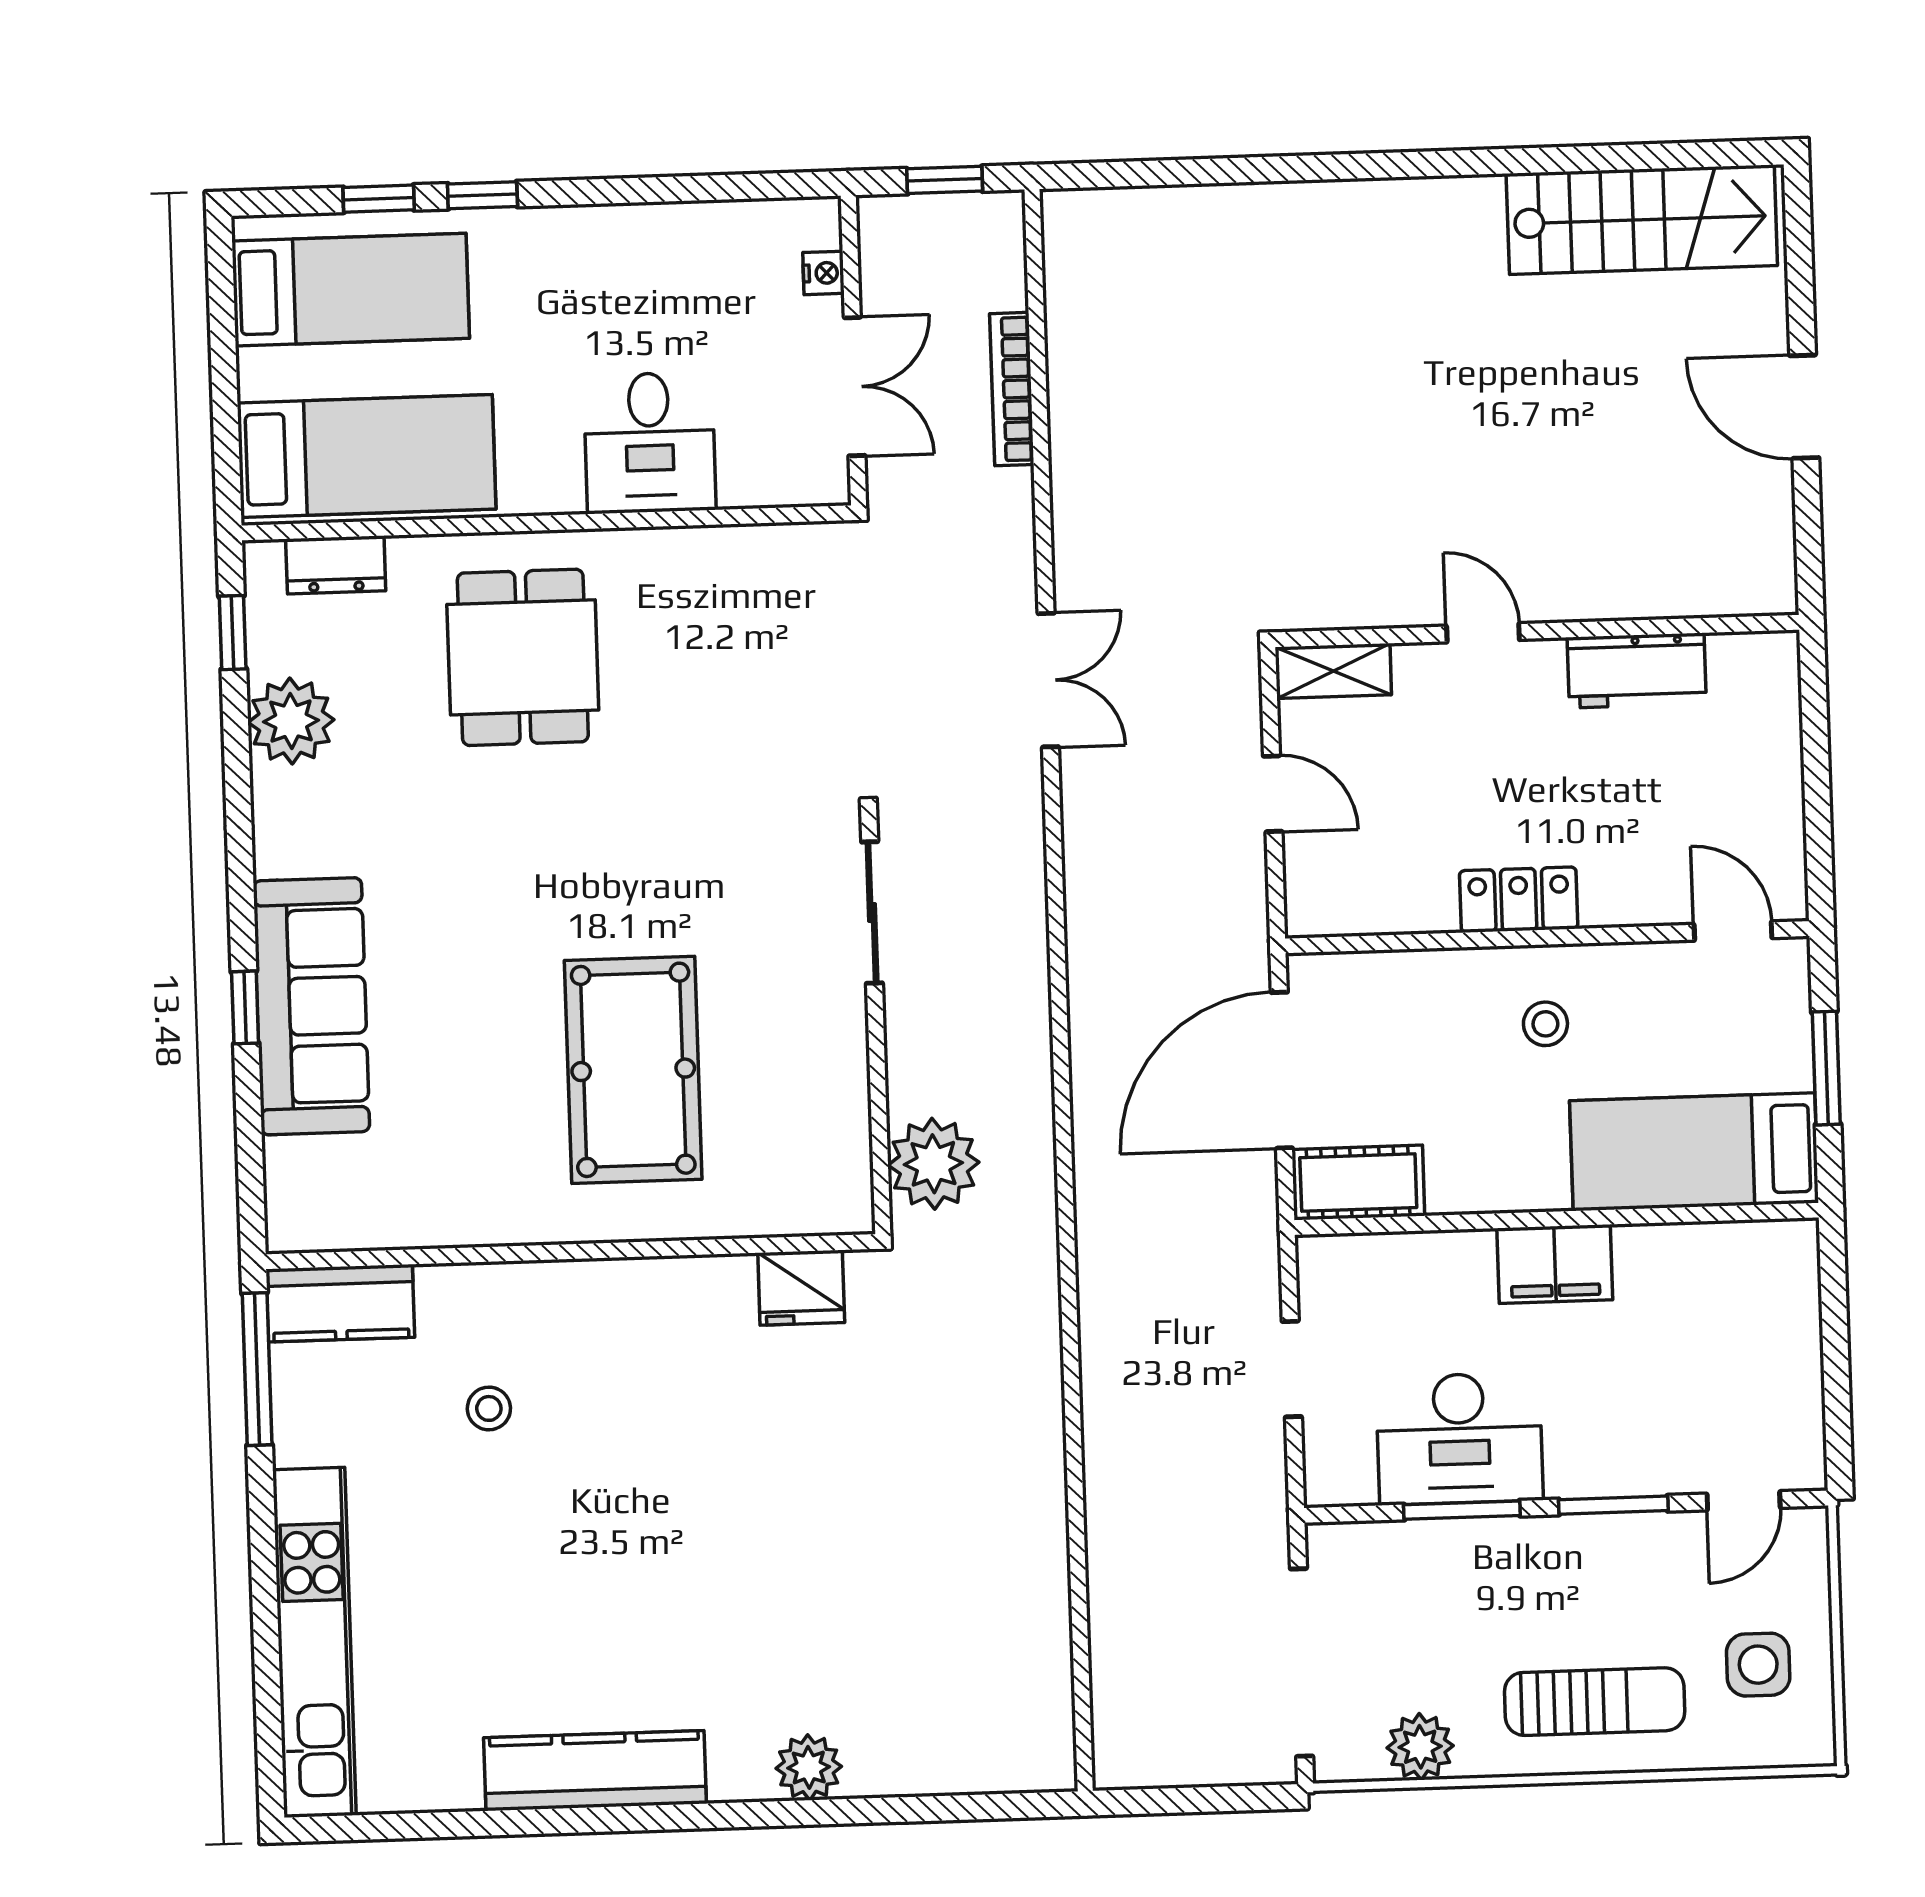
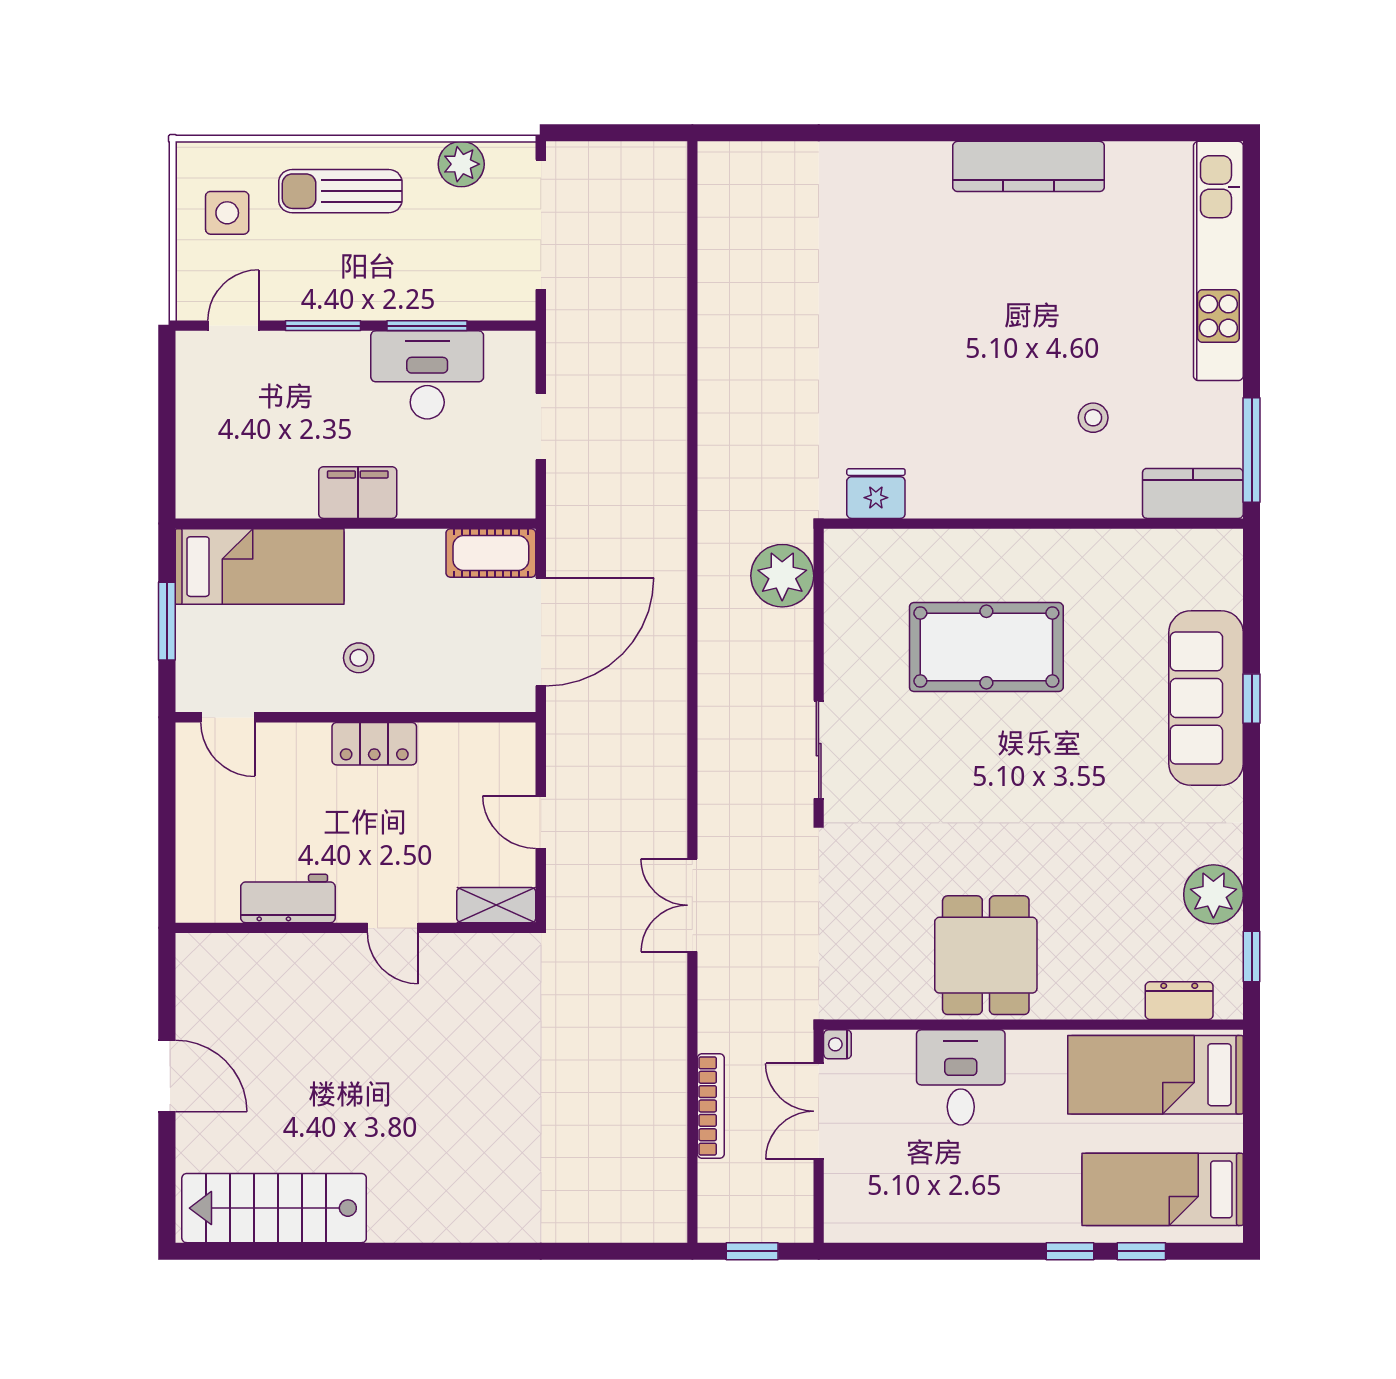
nightstand: (823, 273) -> (837, 1044), moved
dining table: (523, 657) -> (986, 955), moved
pool table: (633, 1070) -> (986, 647), turned 90
plant: (809, 1767) -> (882, 164), removed

